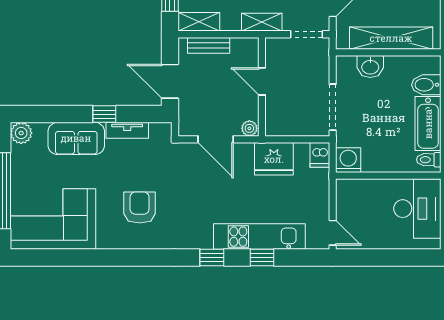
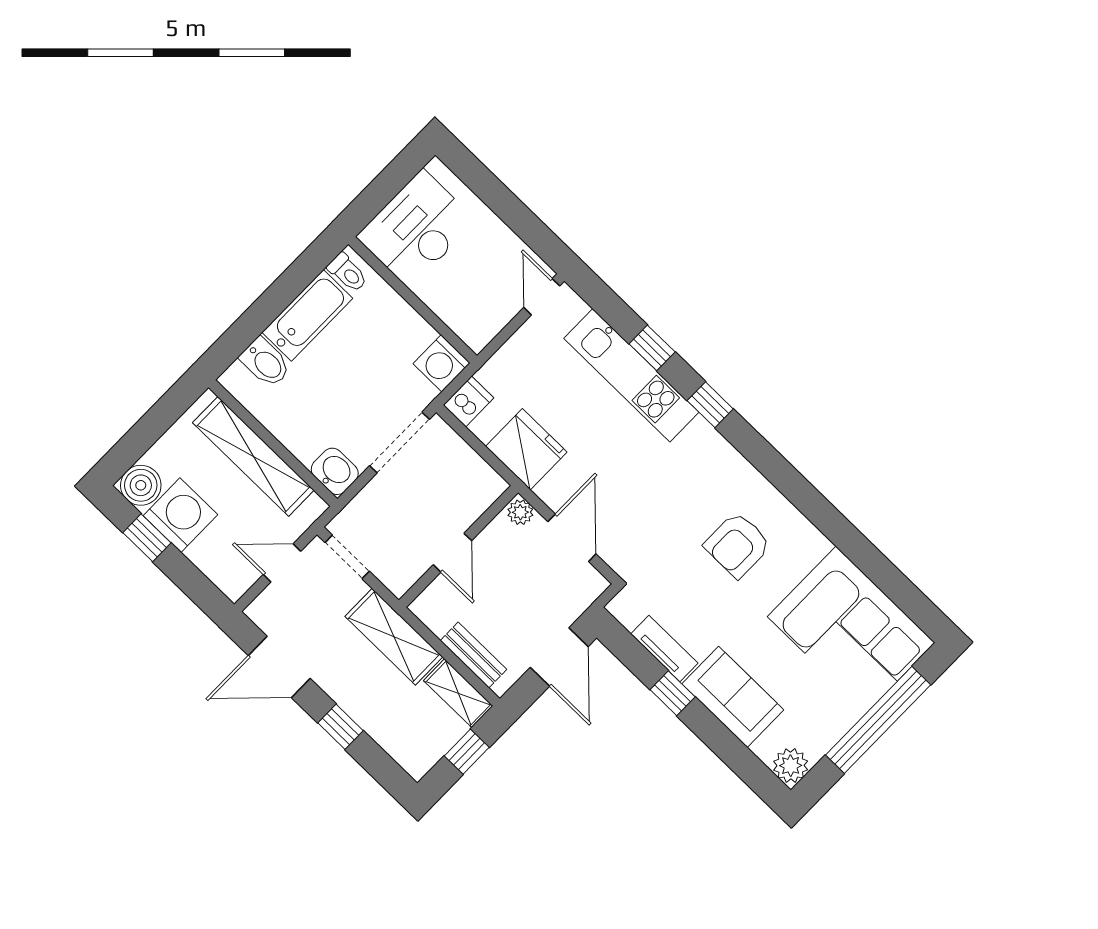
shelving: (262, 22) -> (394, 637), width x1.50, depth x1.33
washbasin: (370, 67) -> (335, 471), moved

